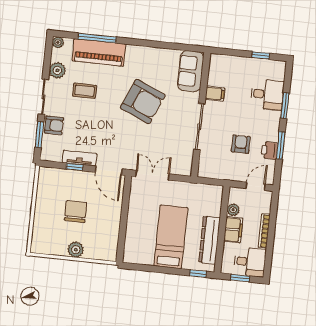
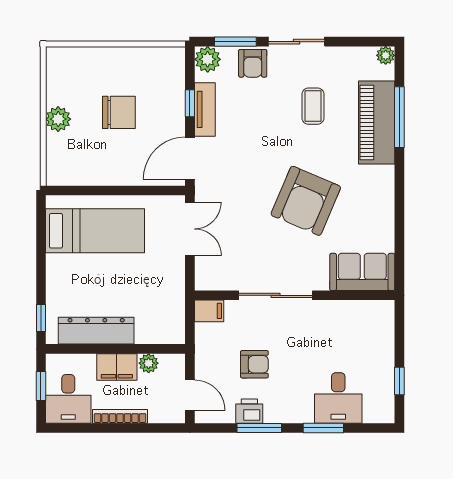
plant: (57, 70) -> (208, 59), moved
filing cabinet: (215, 94) -> (209, 311), moved, turned -90
bed: (171, 237) -> (95, 231), moved

